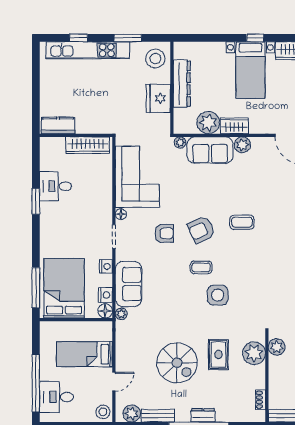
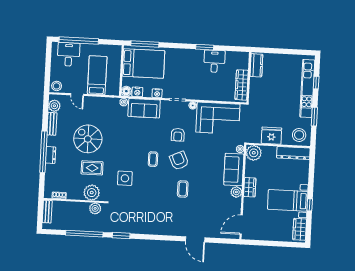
dresser: (182, 84) -> (293, 153), moved
plant: (208, 123) -> (254, 153), moved
side table: (218, 295) -> (125, 178), moved
spiral stairs: (177, 363) -> (88, 139), turned 90

